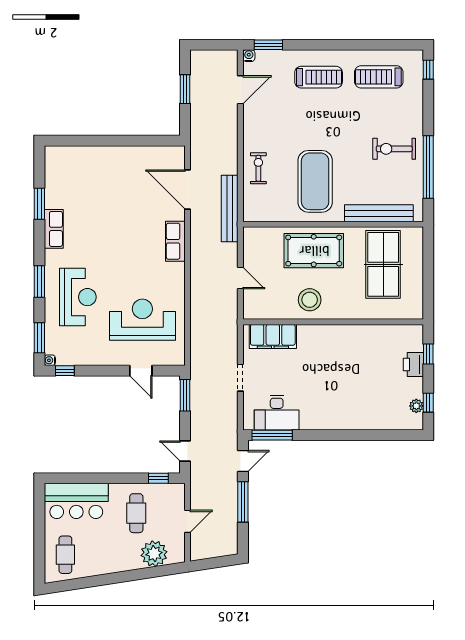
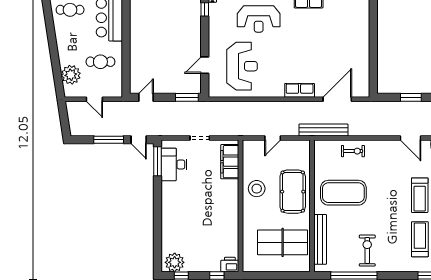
printer: (413, 364) -> (230, 265), moved
plant: (416, 406) -> (175, 262), width x1.87, depth x1.87
window: (158, 478) -> (126, 78), removed

